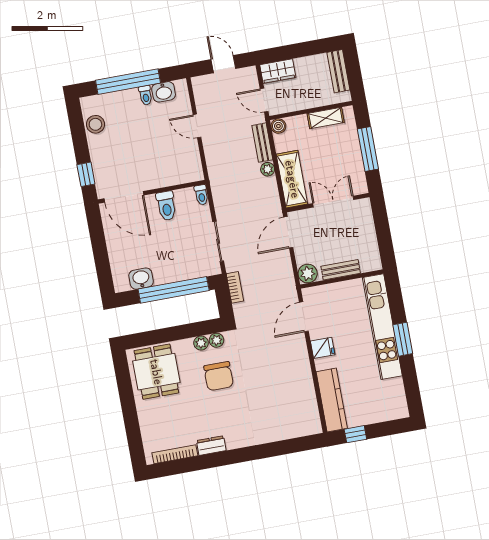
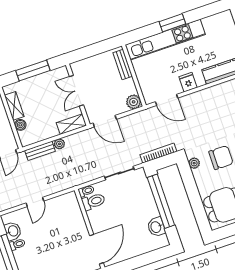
boiler: (278, 126) -> (20, 125), moved
shelving: (292, 179) -> (71, 124), width x0.67, depth x0.75
toilet: (166, 206) -> (93, 201), moved
bench: (341, 270) -> (123, 65), moved
bookcase: (235, 287) -> (158, 153), width x1.56
plant: (201, 343) -> (198, 174), removed

